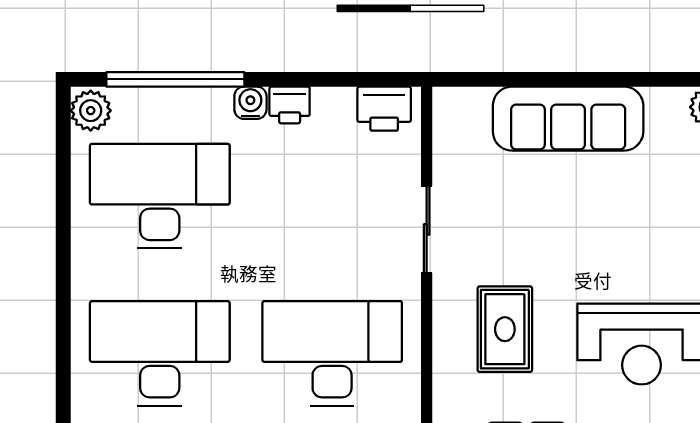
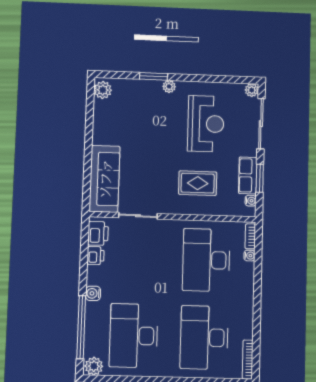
printer: (290, 105) -> (96, 256), moved
sofa: (568, 119) -> (105, 179), moved
sliding door: (427, 229) -> (138, 216), moved

